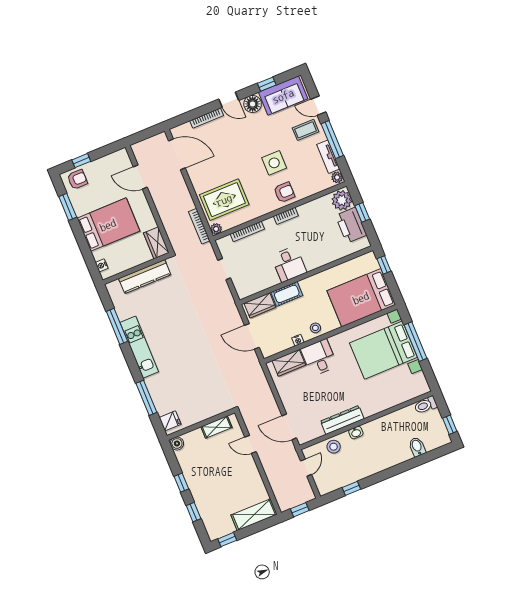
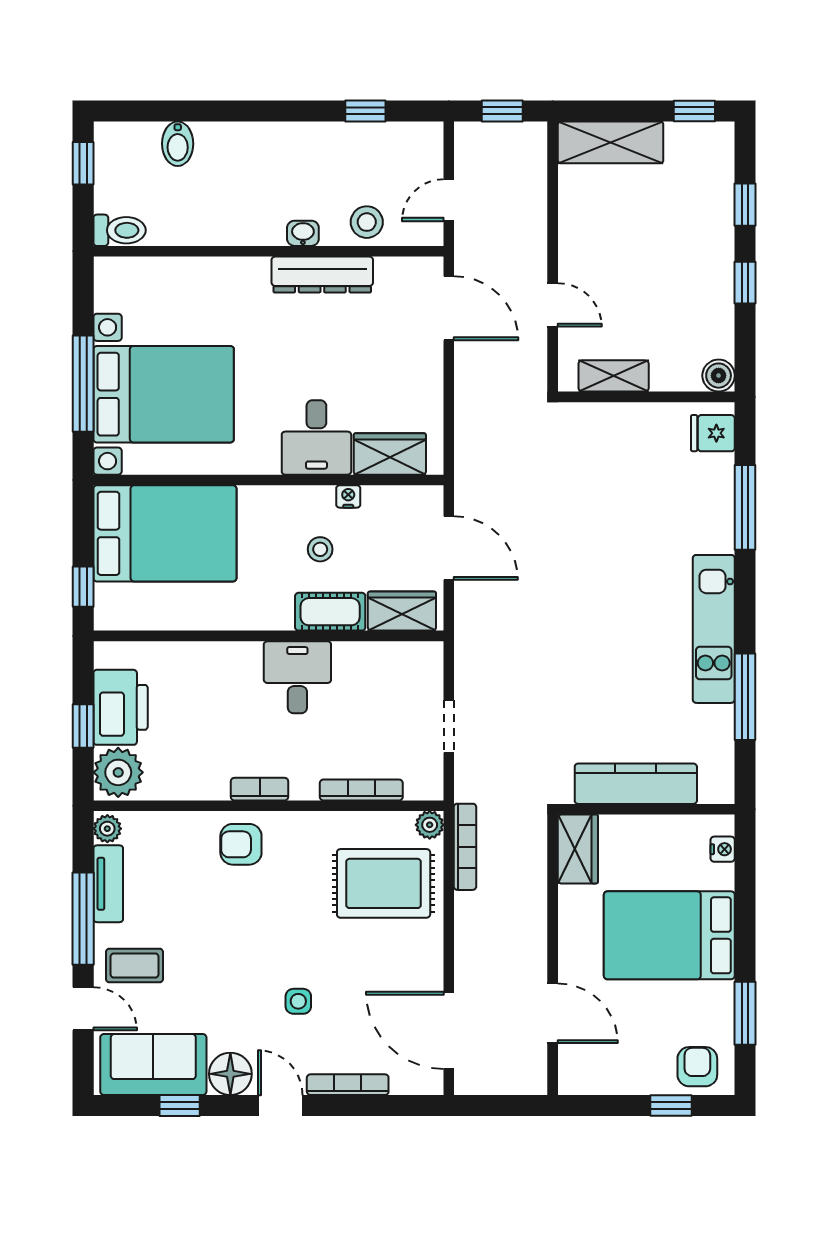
side table: (274, 163) -> (298, 1001), moved, width x0.54, depth x0.54
armchair: (77, 179) -> (697, 1067), turned 90
stool: (315, 328) -> (320, 549), moved

